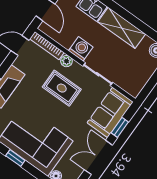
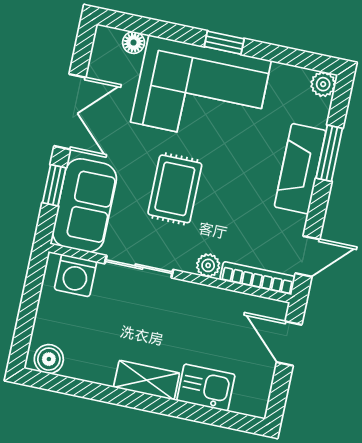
shelving: (122, 28) -> (147, 380), width x0.67, depth x0.75
washing machine: (81, 49) -> (76, 276), moved
rug: (62, 88) -> (175, 189), moved, turned 90

